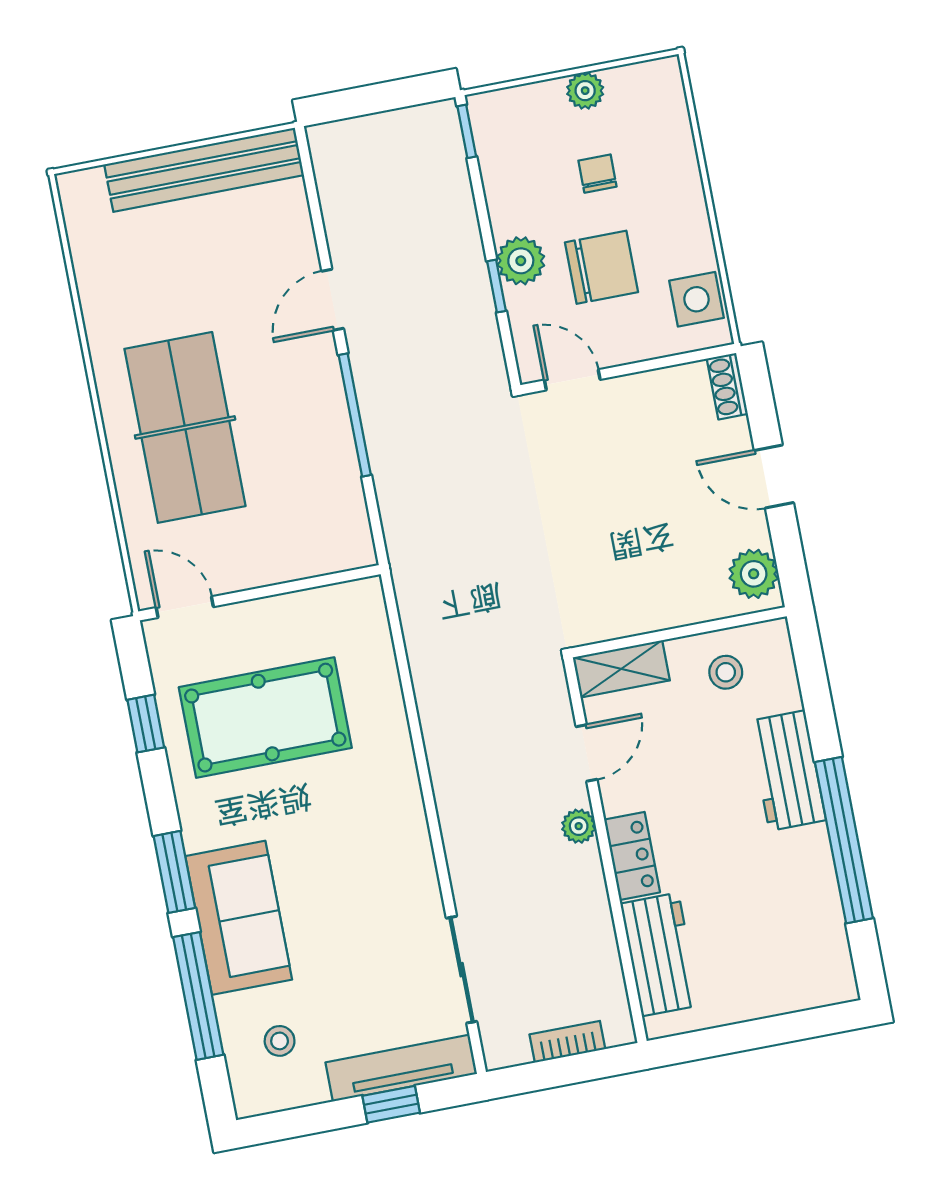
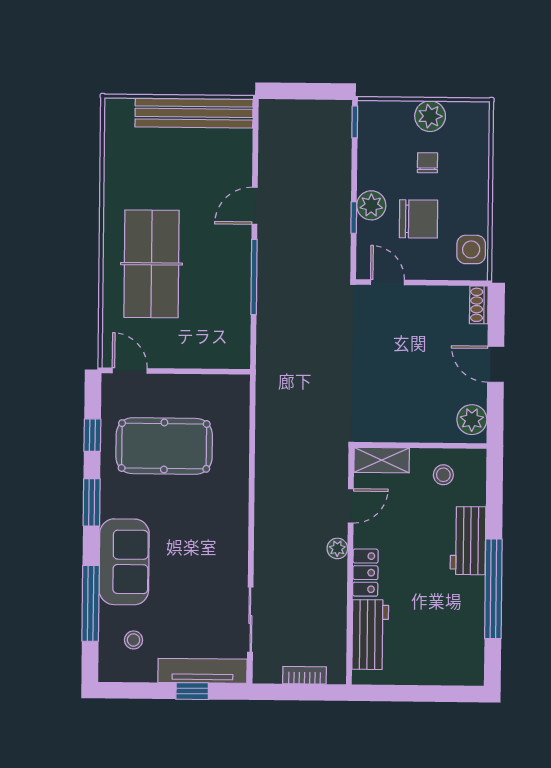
plant: (585, 91) -> (430, 116), width x1.38, depth x1.38
window: (174, 872) -> (92, 502), moved

